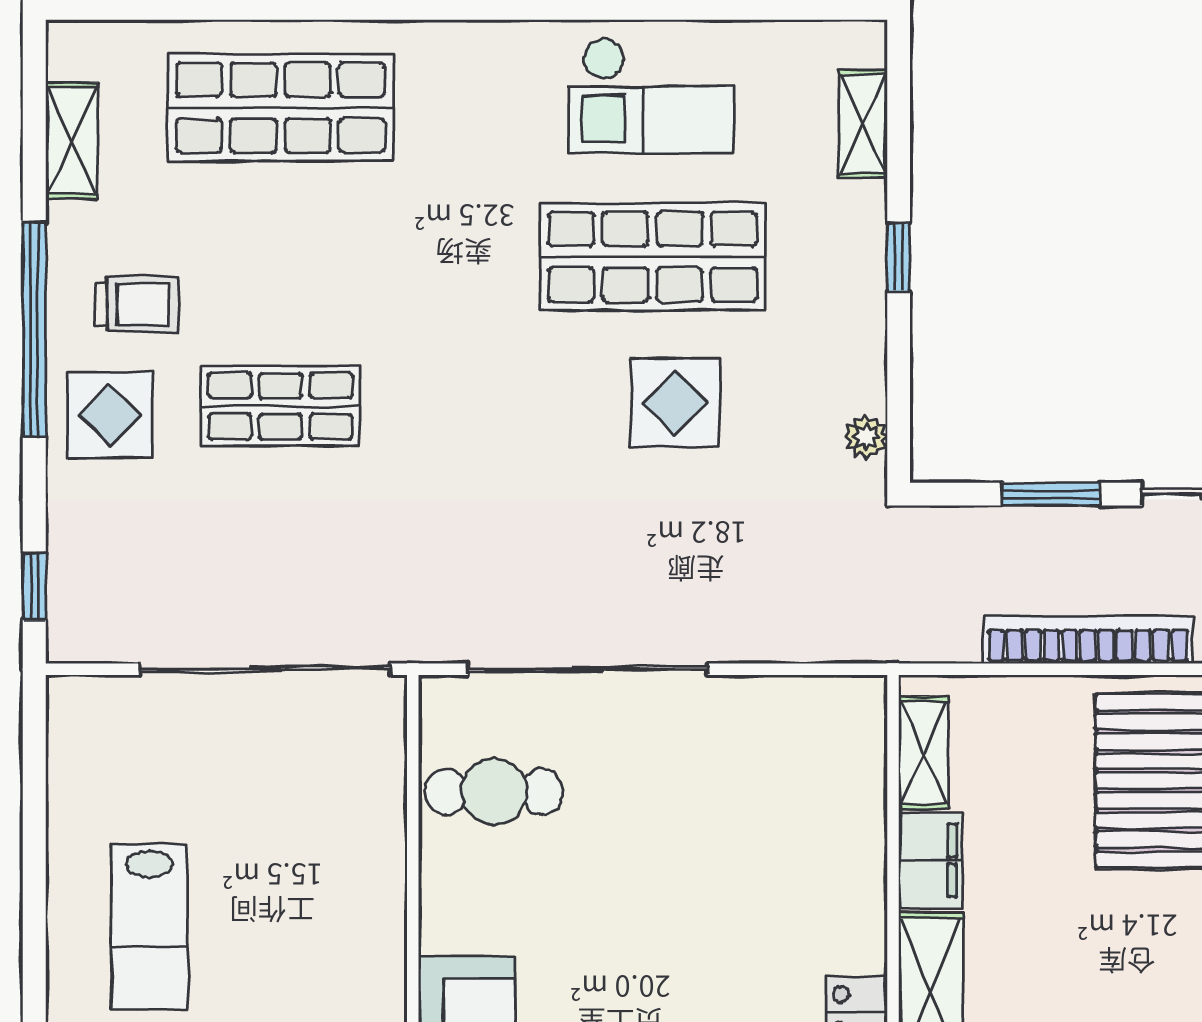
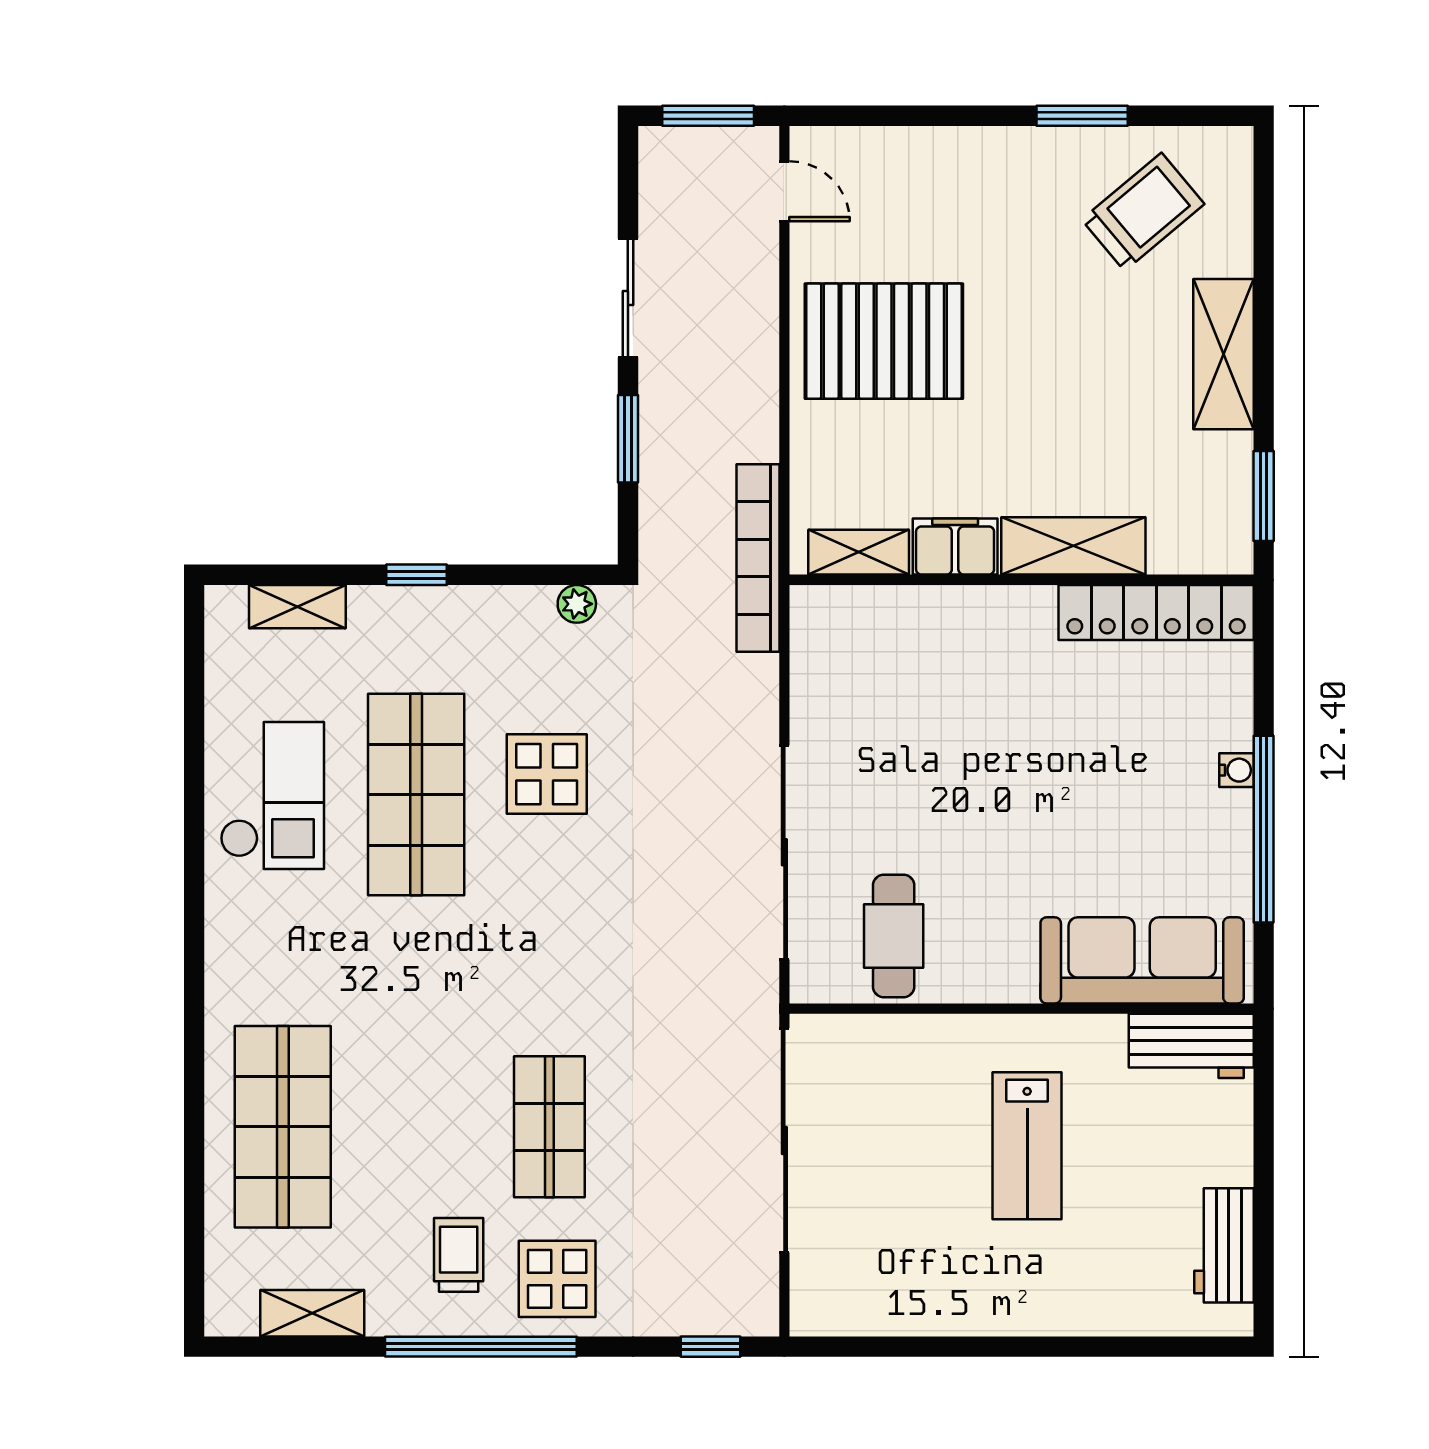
bookcase: (1088, 640) -> (758, 558), moved
lab bench: (149, 927) -> (1027, 1146), moved, turned 90

